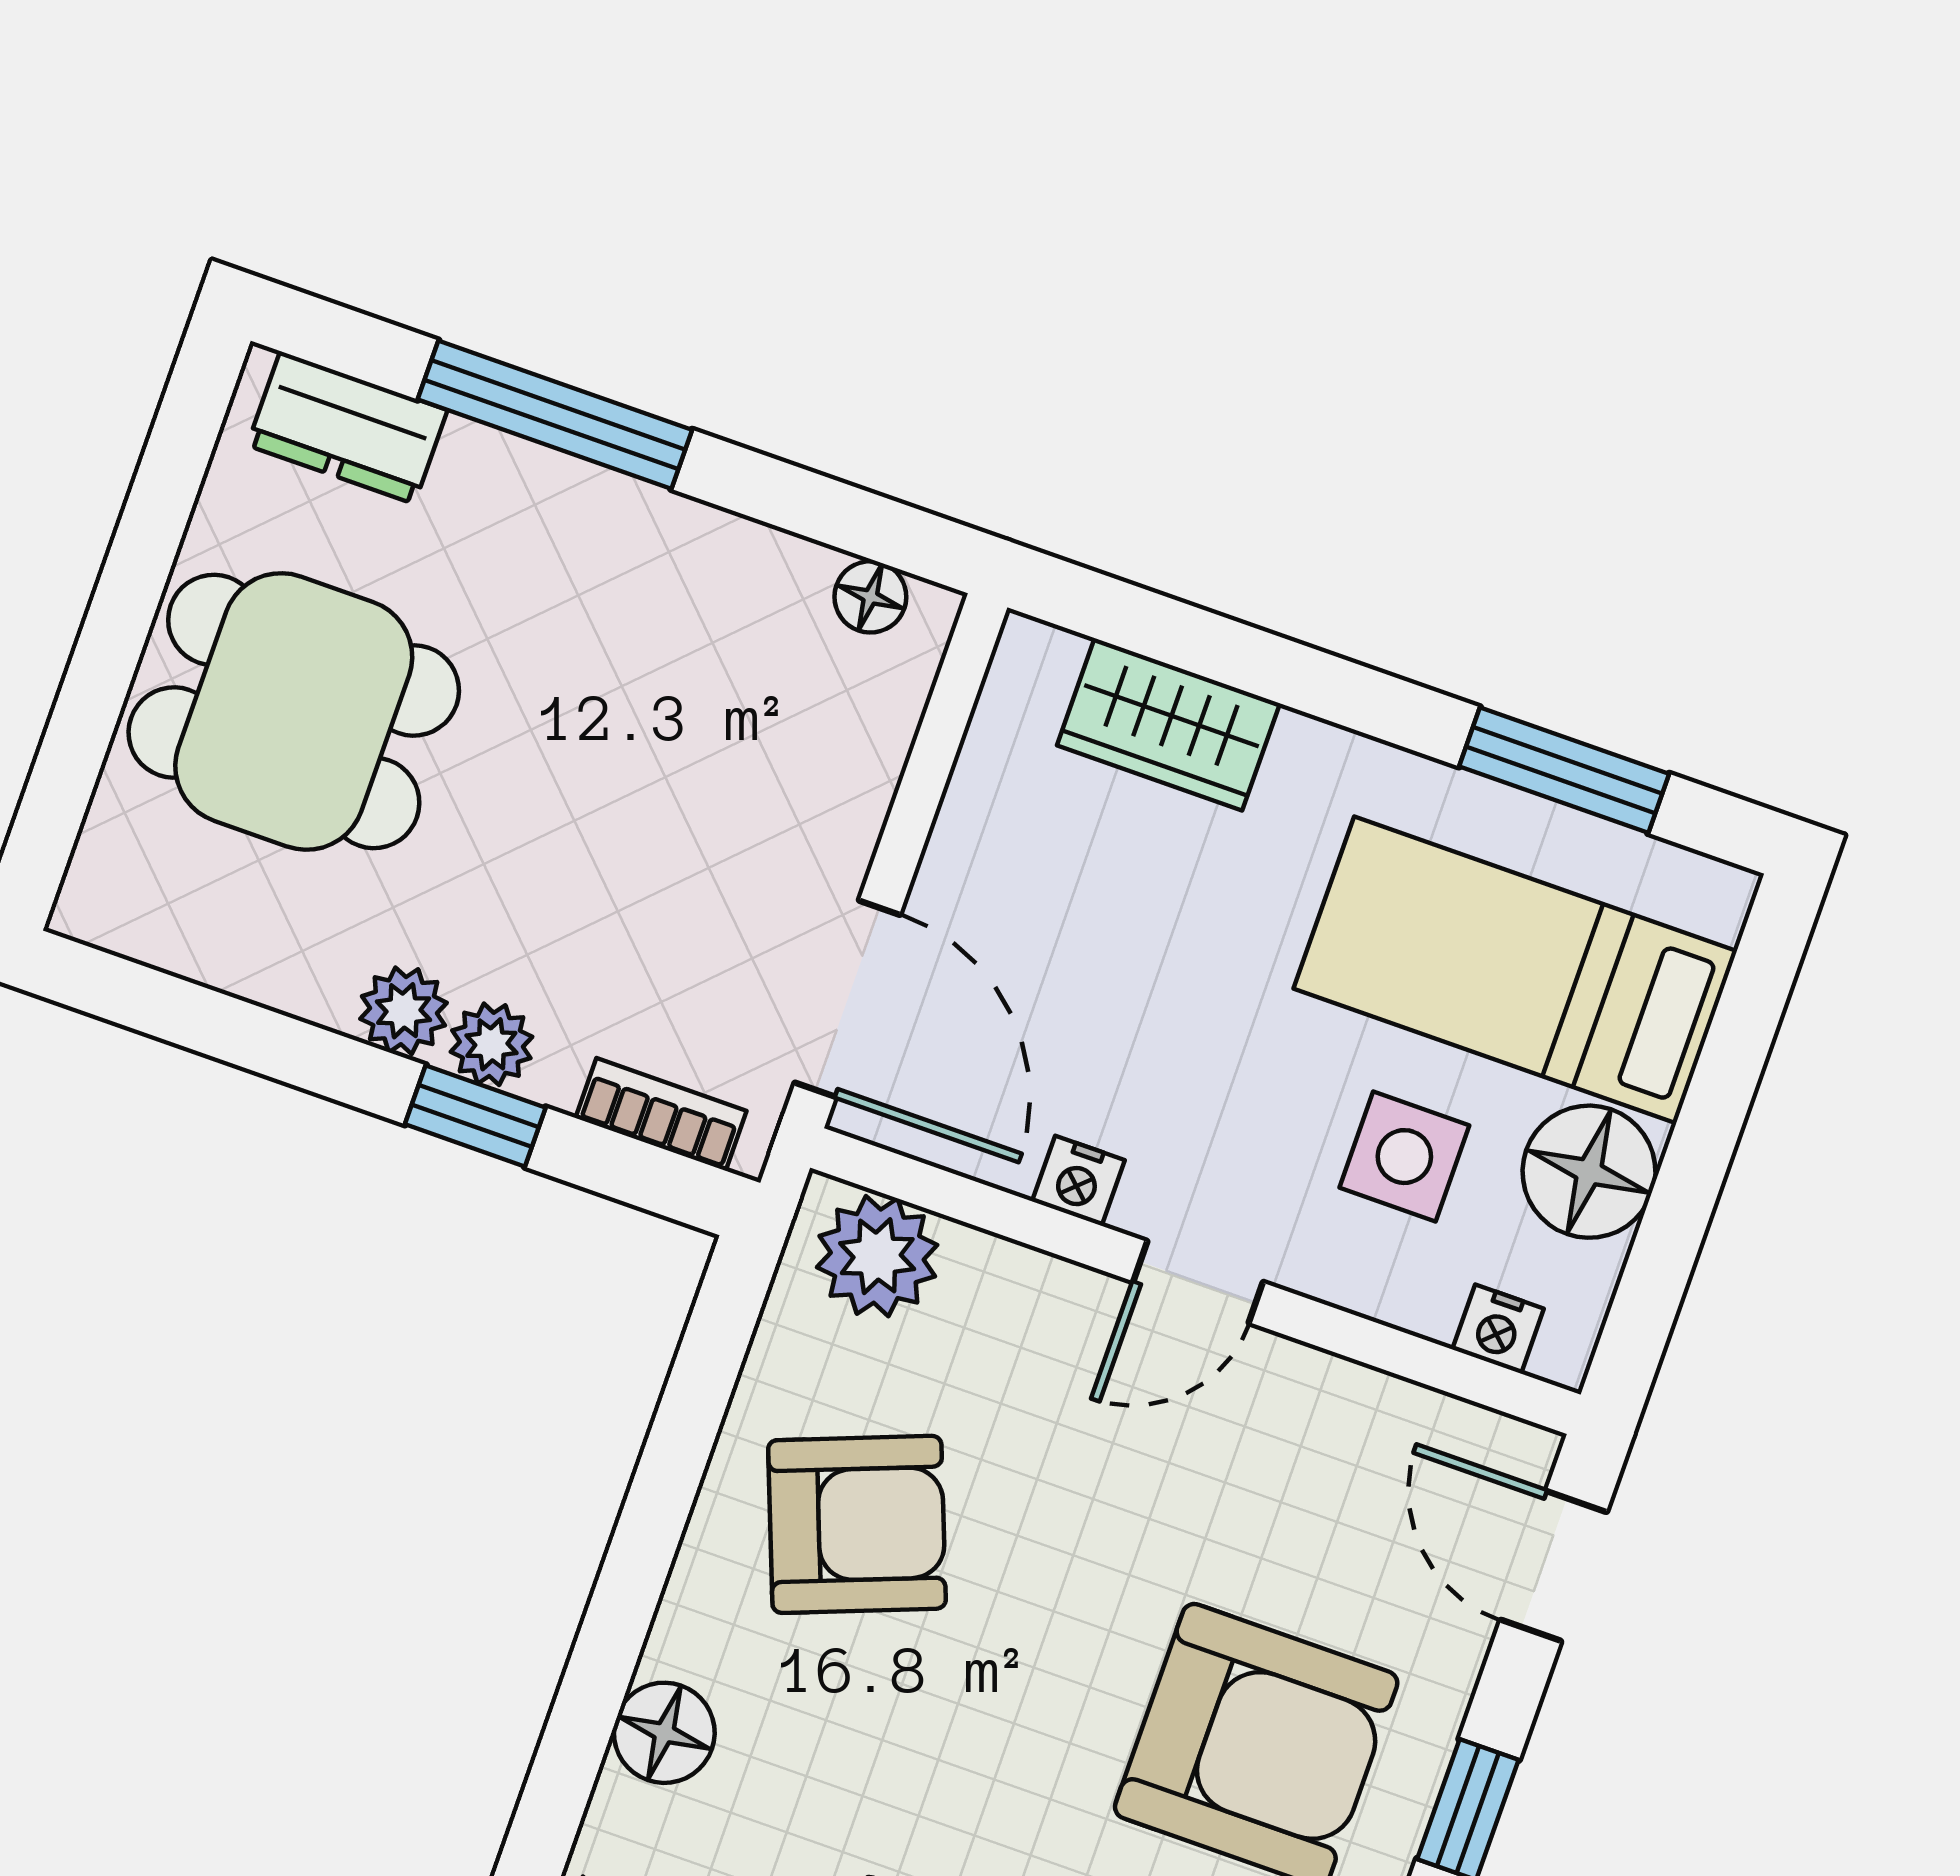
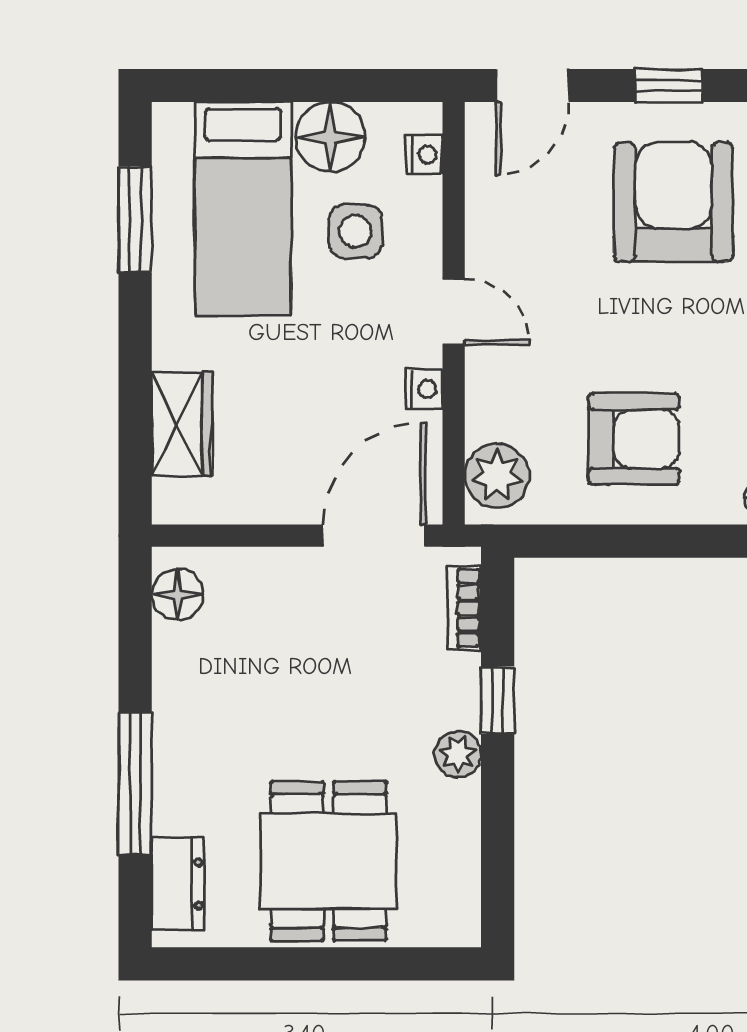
floor lamp: (870, 597) -> (178, 595), width x1.37, depth x1.37
plant: (491, 1044) -> (459, 705), removed
armchair: (857, 1524) -> (634, 439), turned 111

